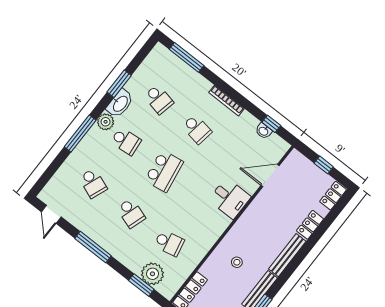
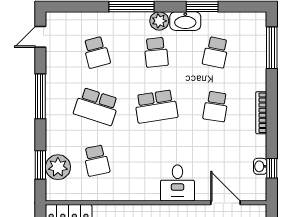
school desk: (93, 183) -> (96, 52), turned -36
school desk: (131, 213) -> (96, 106), width x1.85

